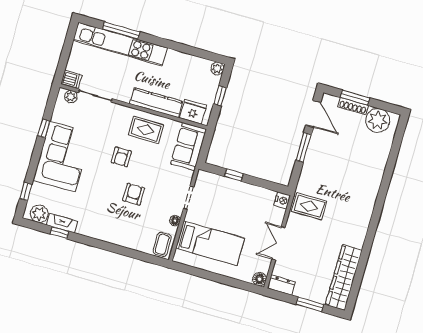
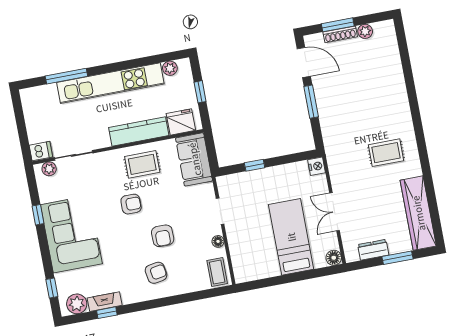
kitchen unit: (120, 44) -> (110, 83), moved
plant: (217, 69) -> (170, 68), moved
plant: (378, 120) -> (365, 31), width x0.53, depth x0.53
armchair: (121, 157) -> (131, 204), turned -90
armchair: (134, 194) -> (163, 236), turned 180
rug: (309, 206) -> (386, 153), moved
armchair: (114, 221) -> (156, 273), added
bed: (210, 243) -> (291, 237), moved, turned -90
dresser: (281, 285) -> (373, 250), moved

